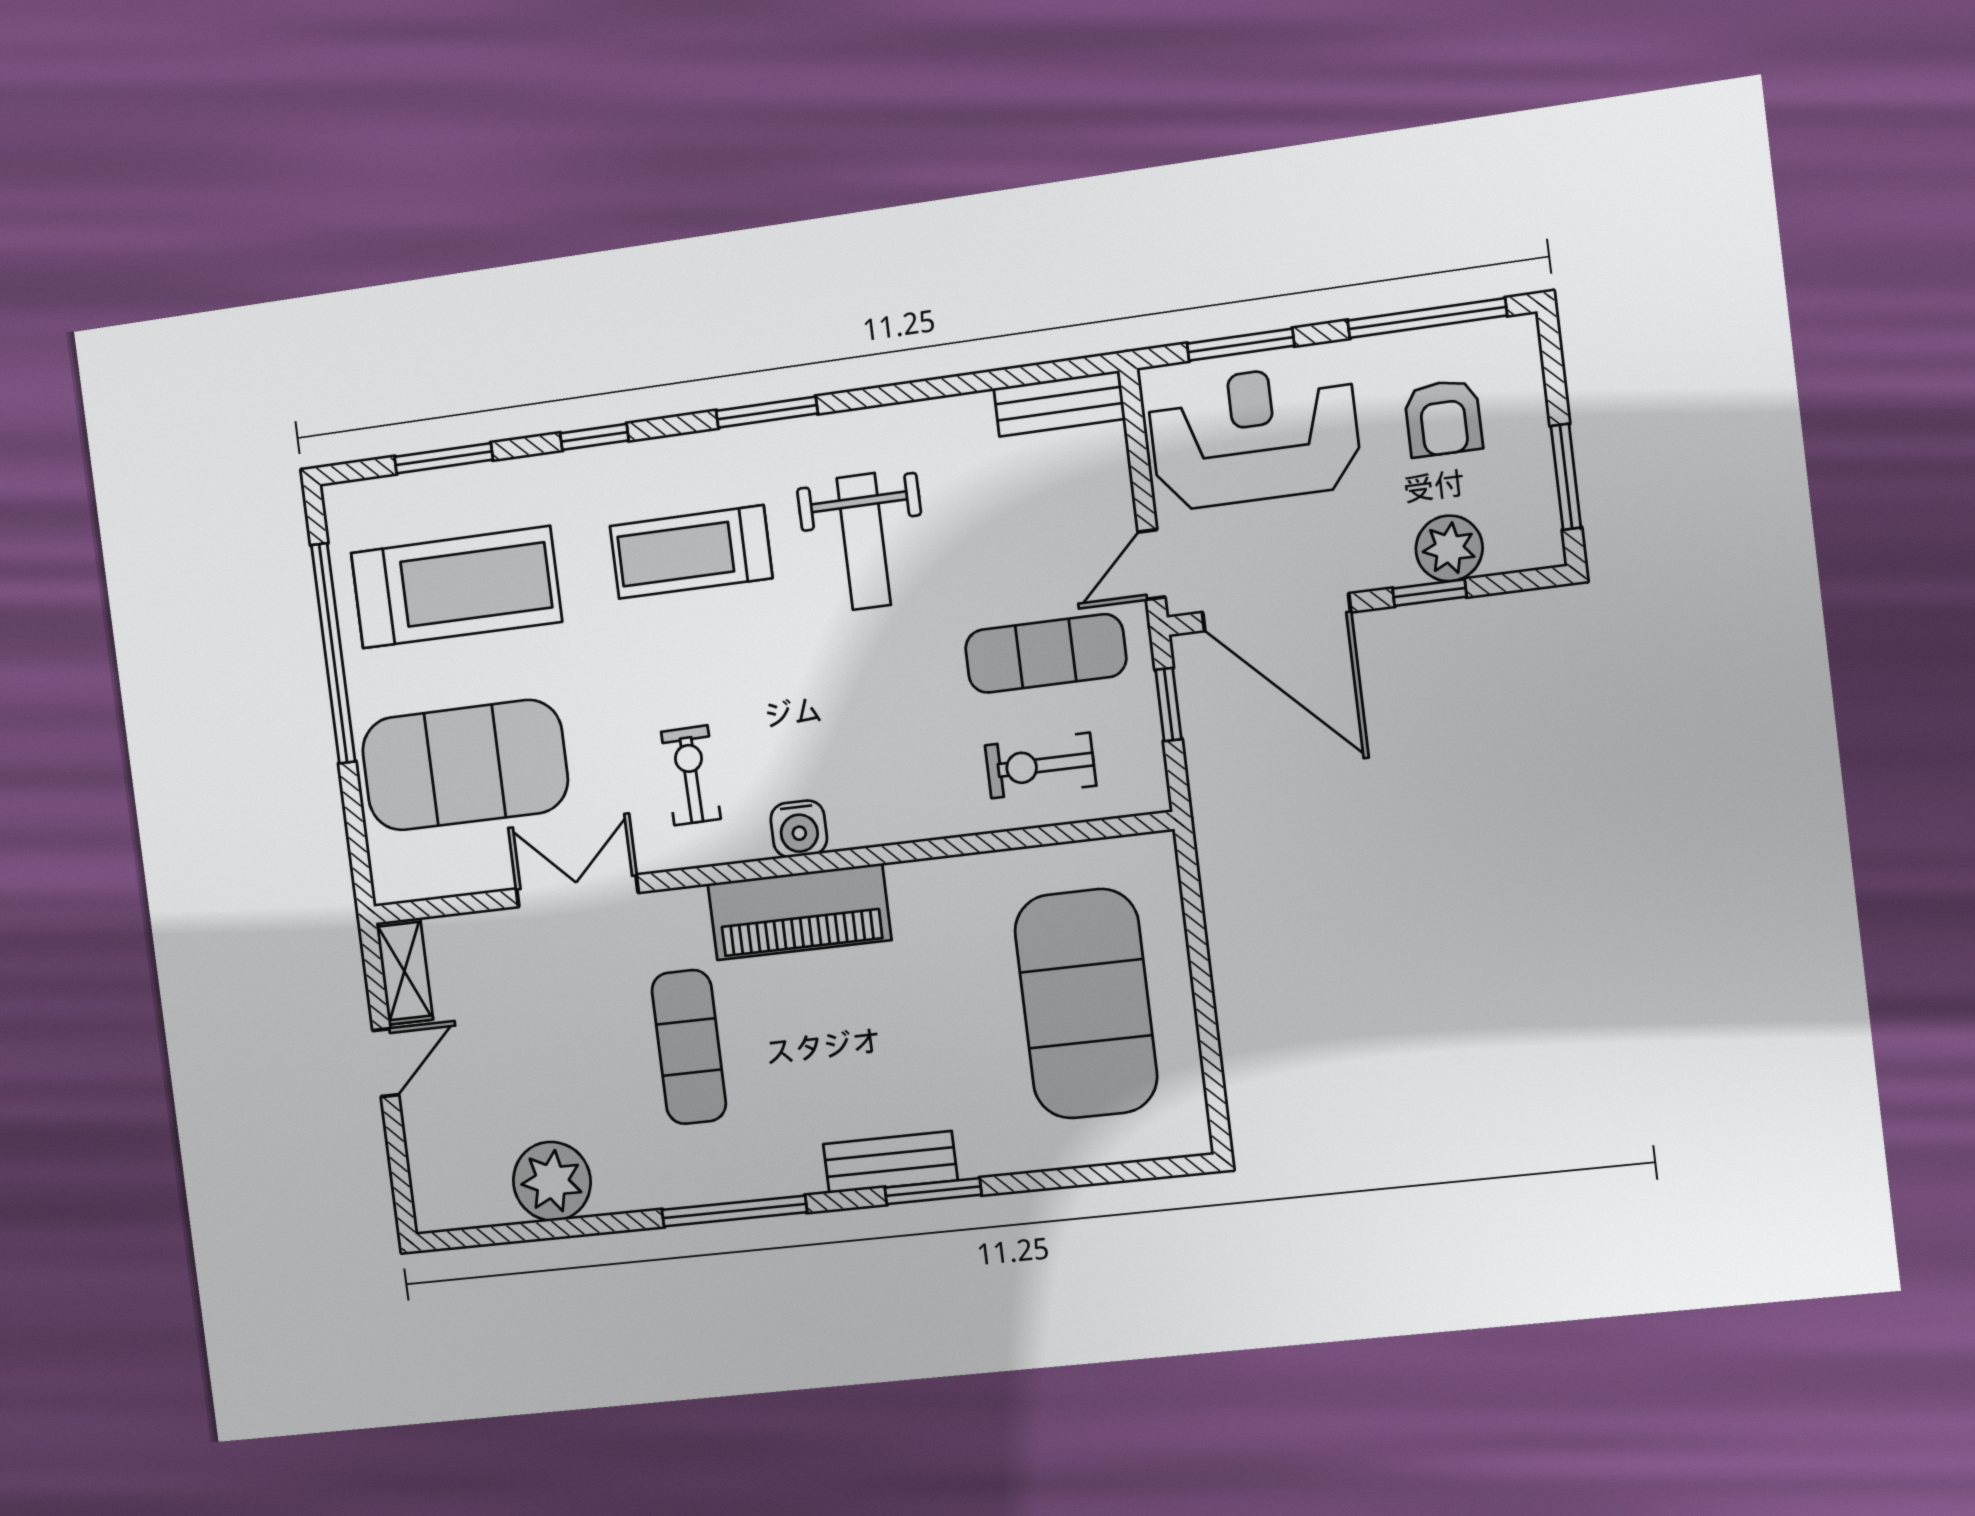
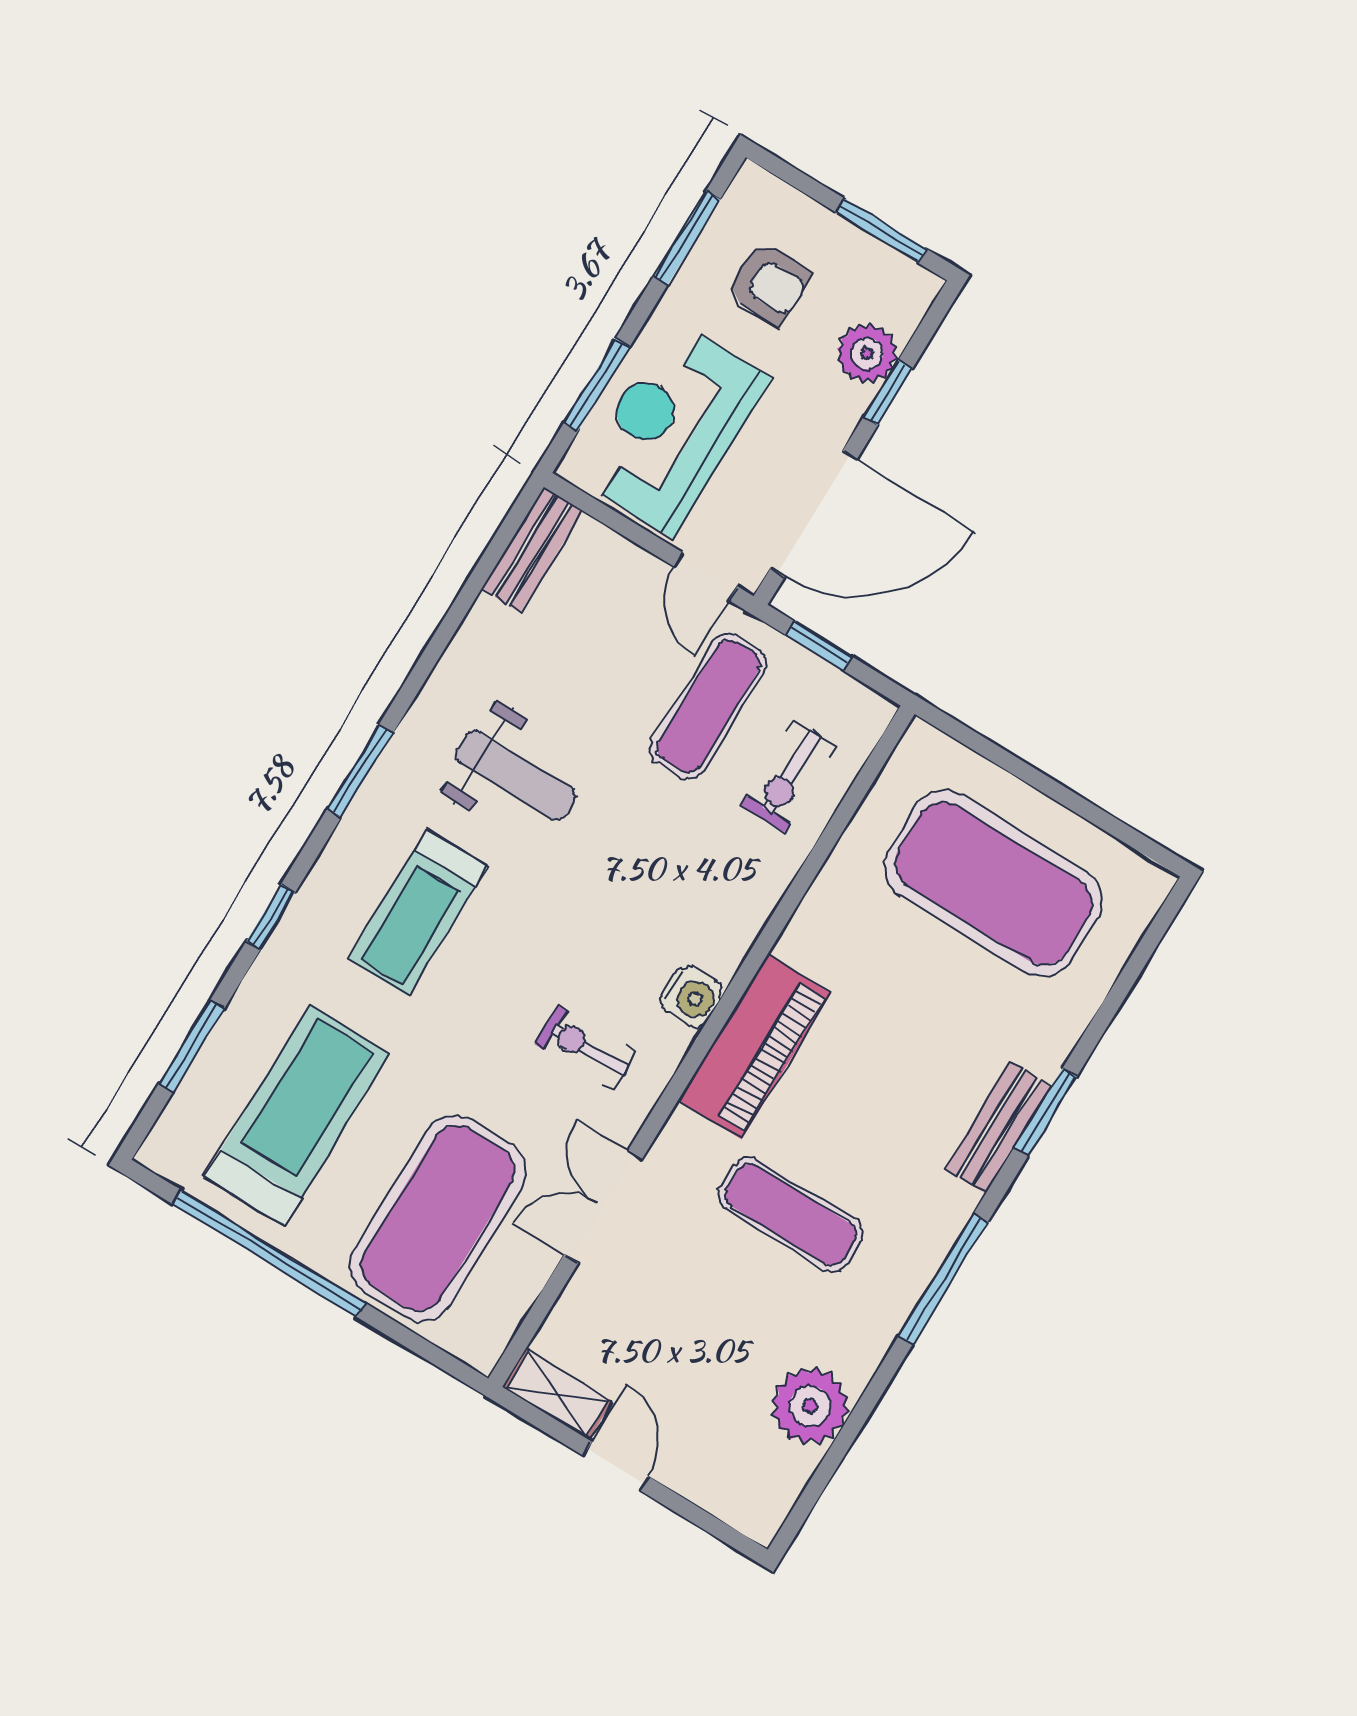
window: (1427, 318) -> (687, 238), width x0.69

